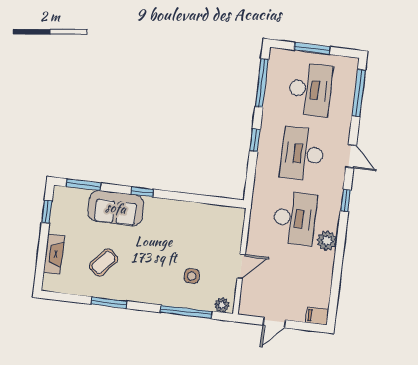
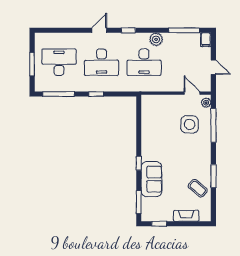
window: (359, 93) -> (184, 30), moved
desk: (295, 218) -> (144, 62), turned 180
coffee table: (103, 263) -> (198, 188), moved
door: (241, 266) -> (192, 93), moved
side table: (192, 276) -> (190, 124), width x1.87, depth x1.87

